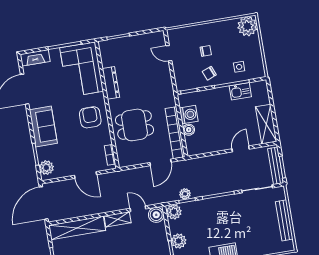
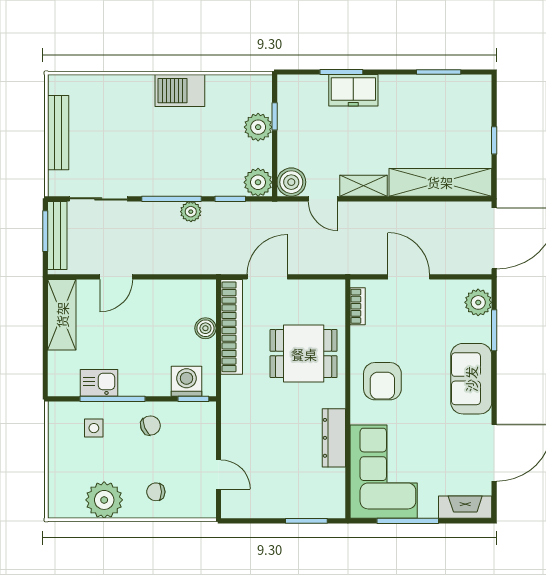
plant: (247, 26) -> (104, 500), moved
chair: (206, 51) -> (156, 492), moved
washing machine: (189, 115) -> (186, 381), moved, turned 90
plant: (185, 194) -> (191, 212), moved

